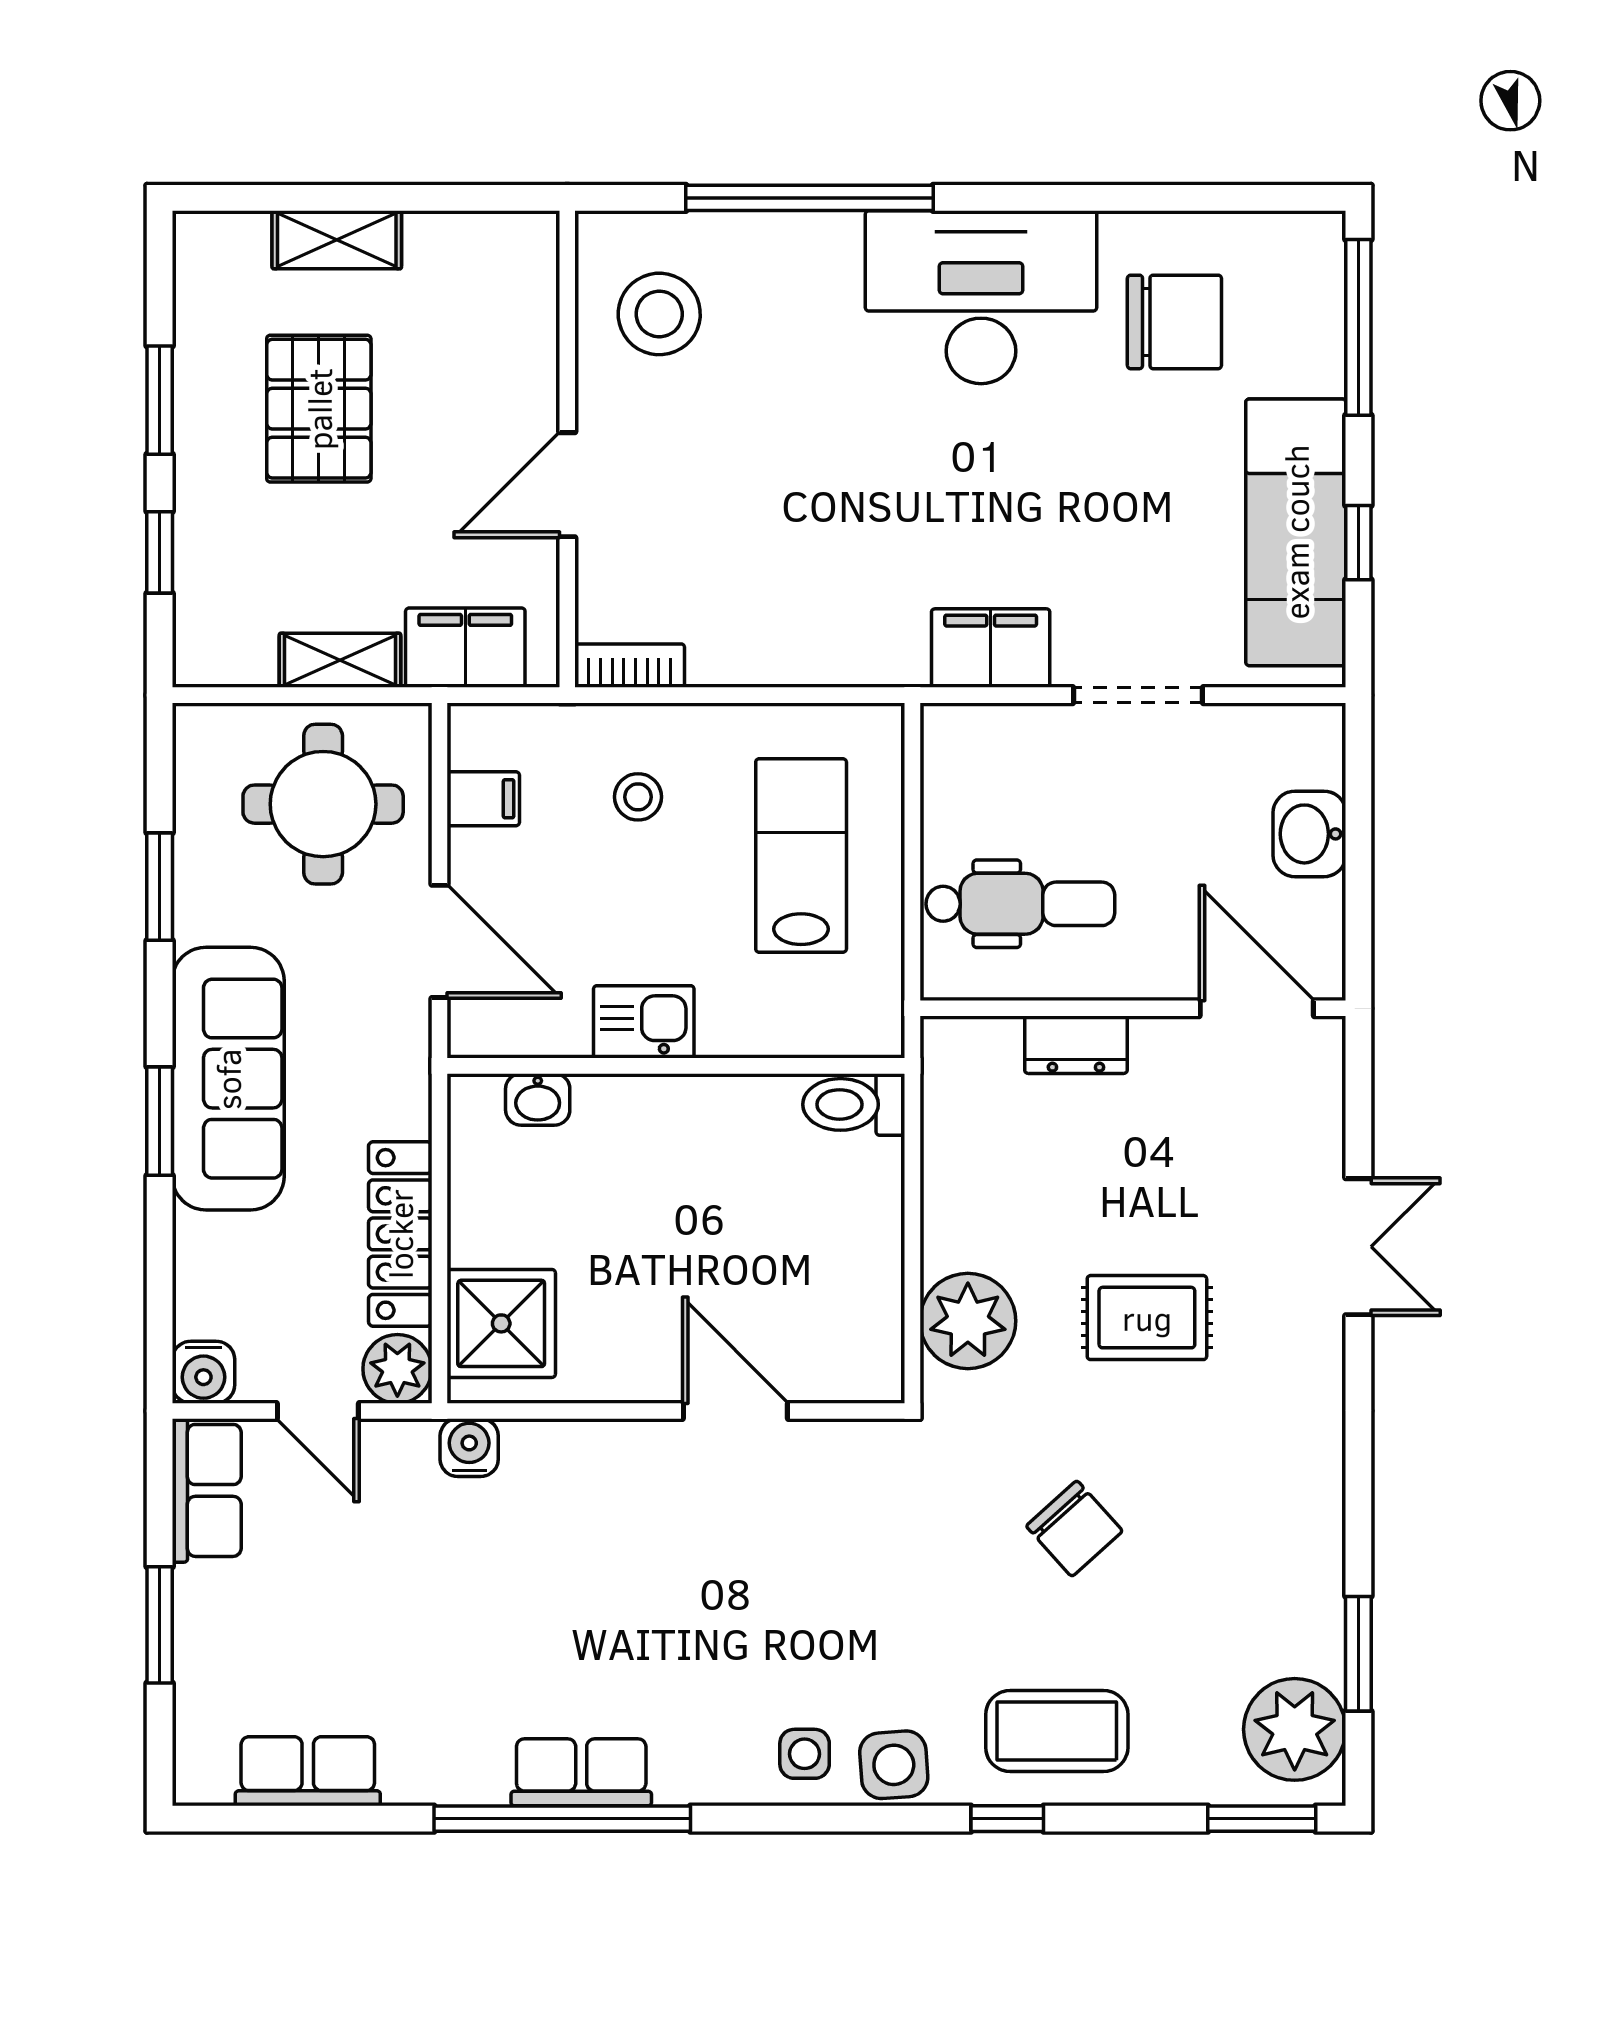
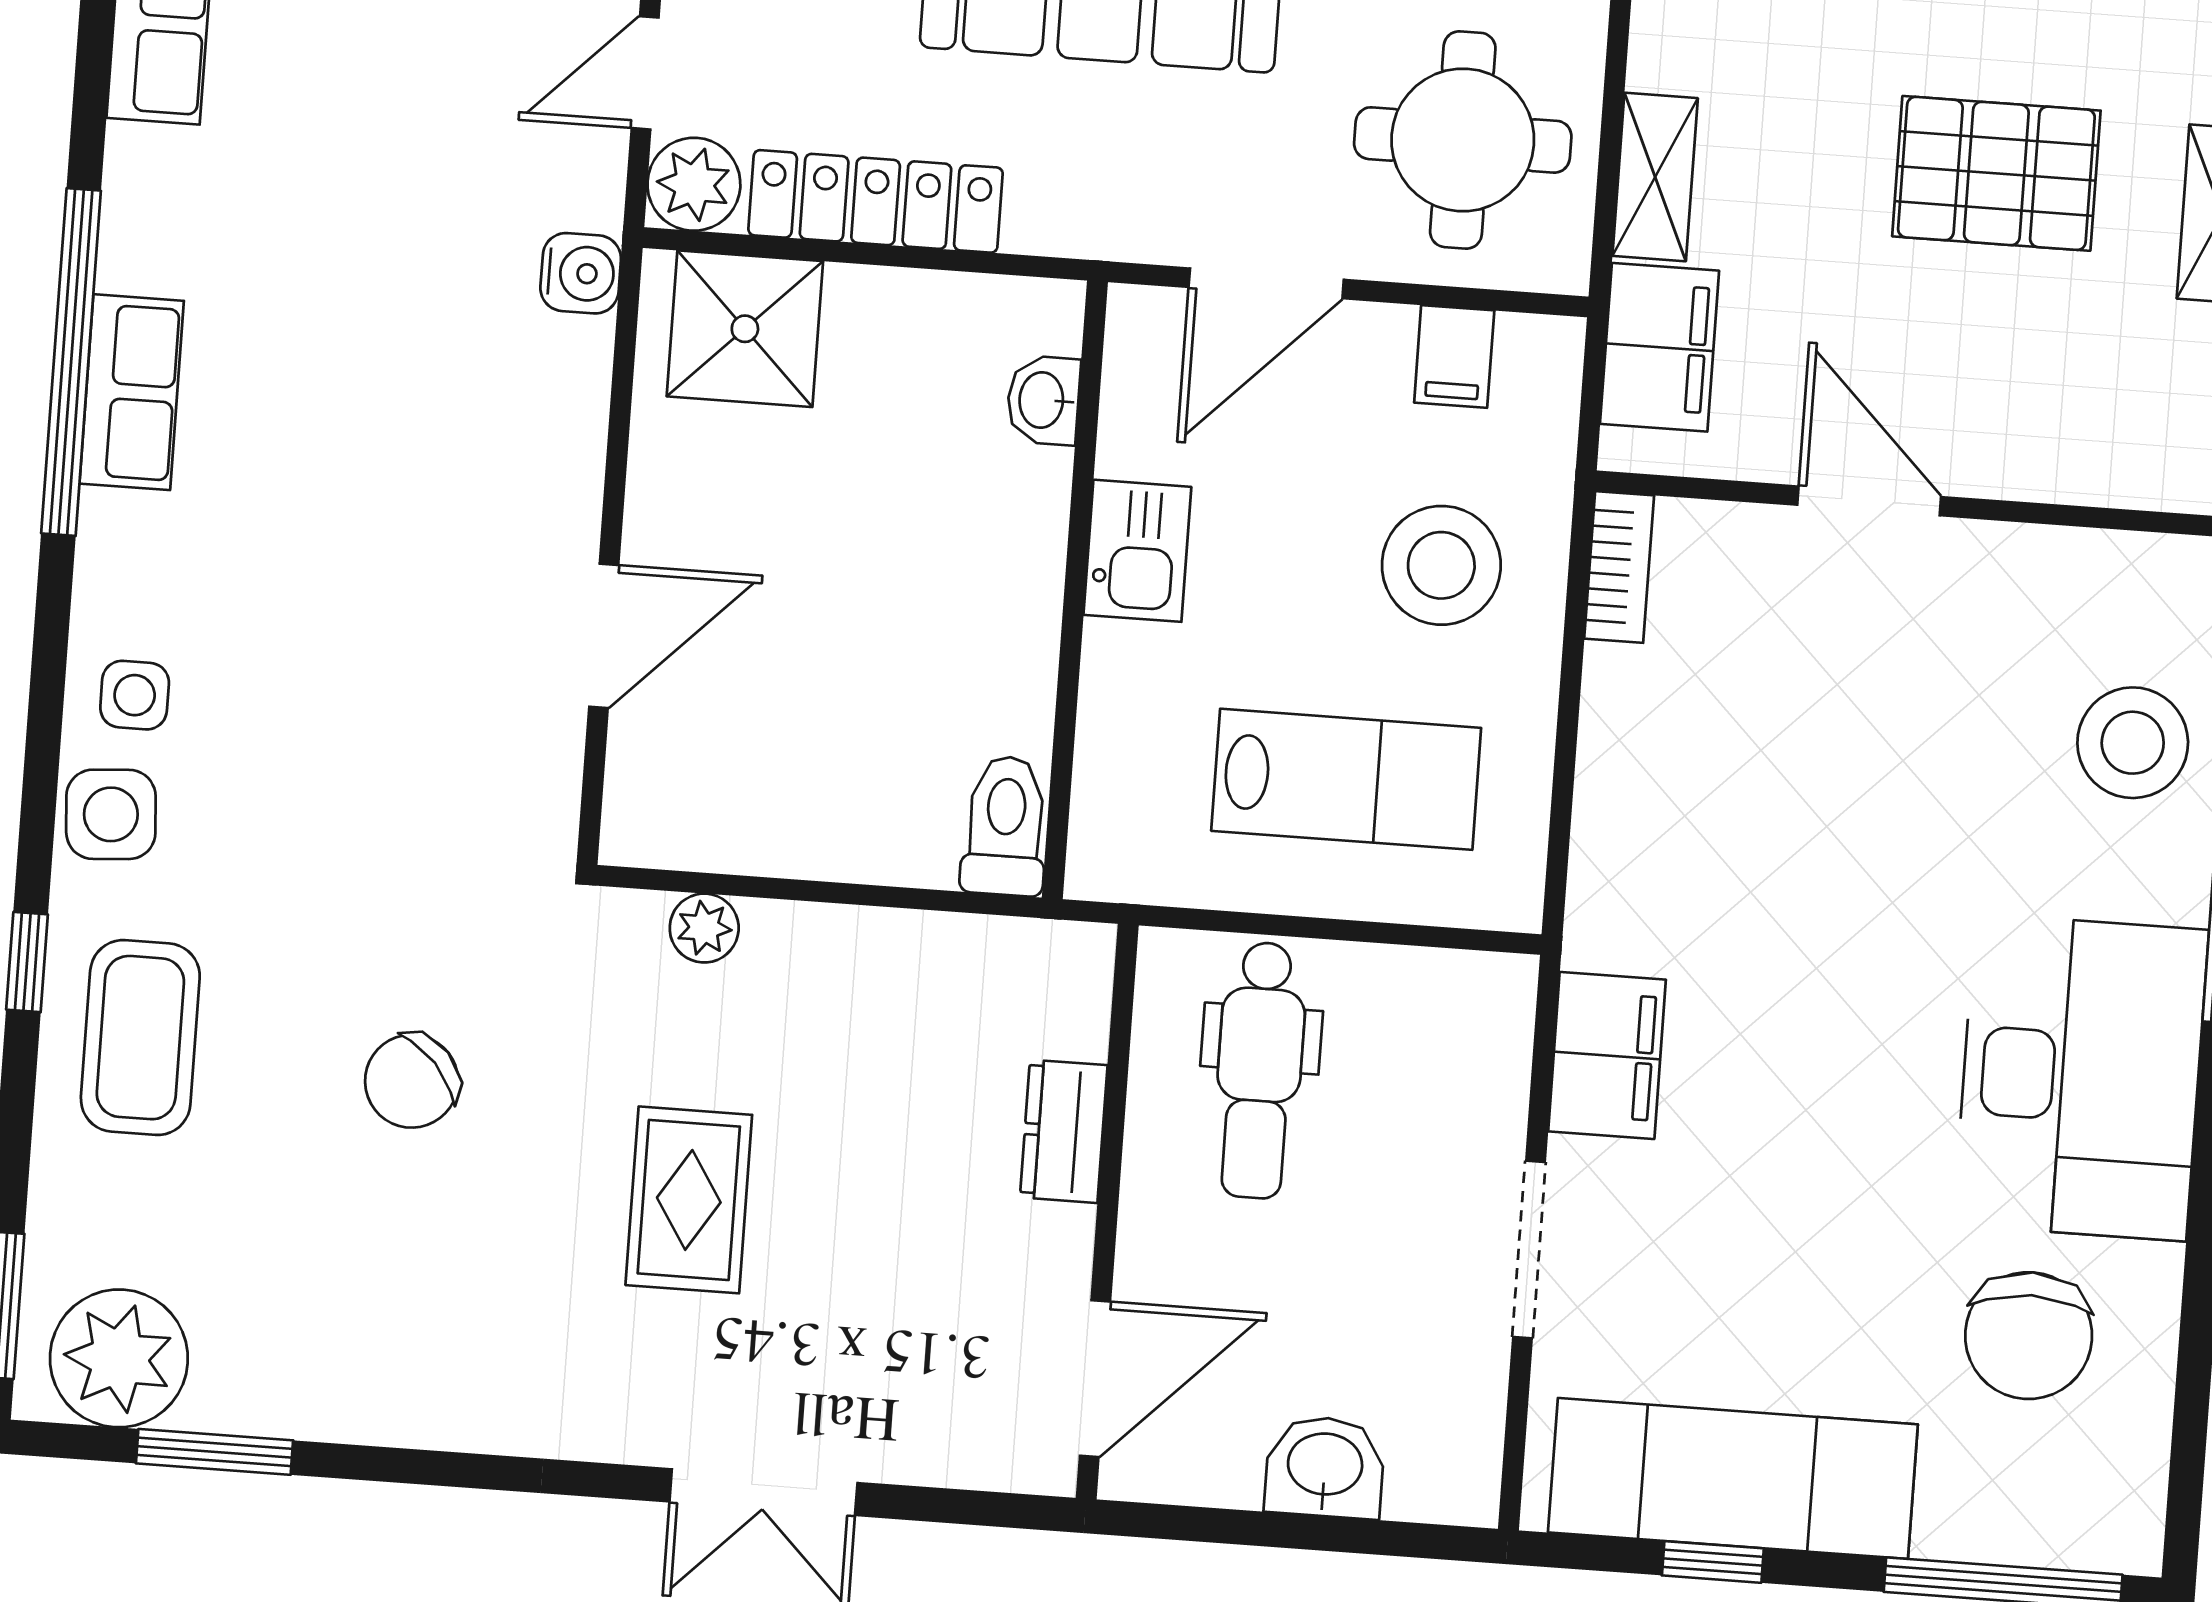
stool: (659, 314) -> (2133, 743), moved
stool: (638, 797) -> (1441, 565), width x1.89, depth x1.89
plant: (968, 1321) -> (704, 928), width x0.53, depth x0.53

